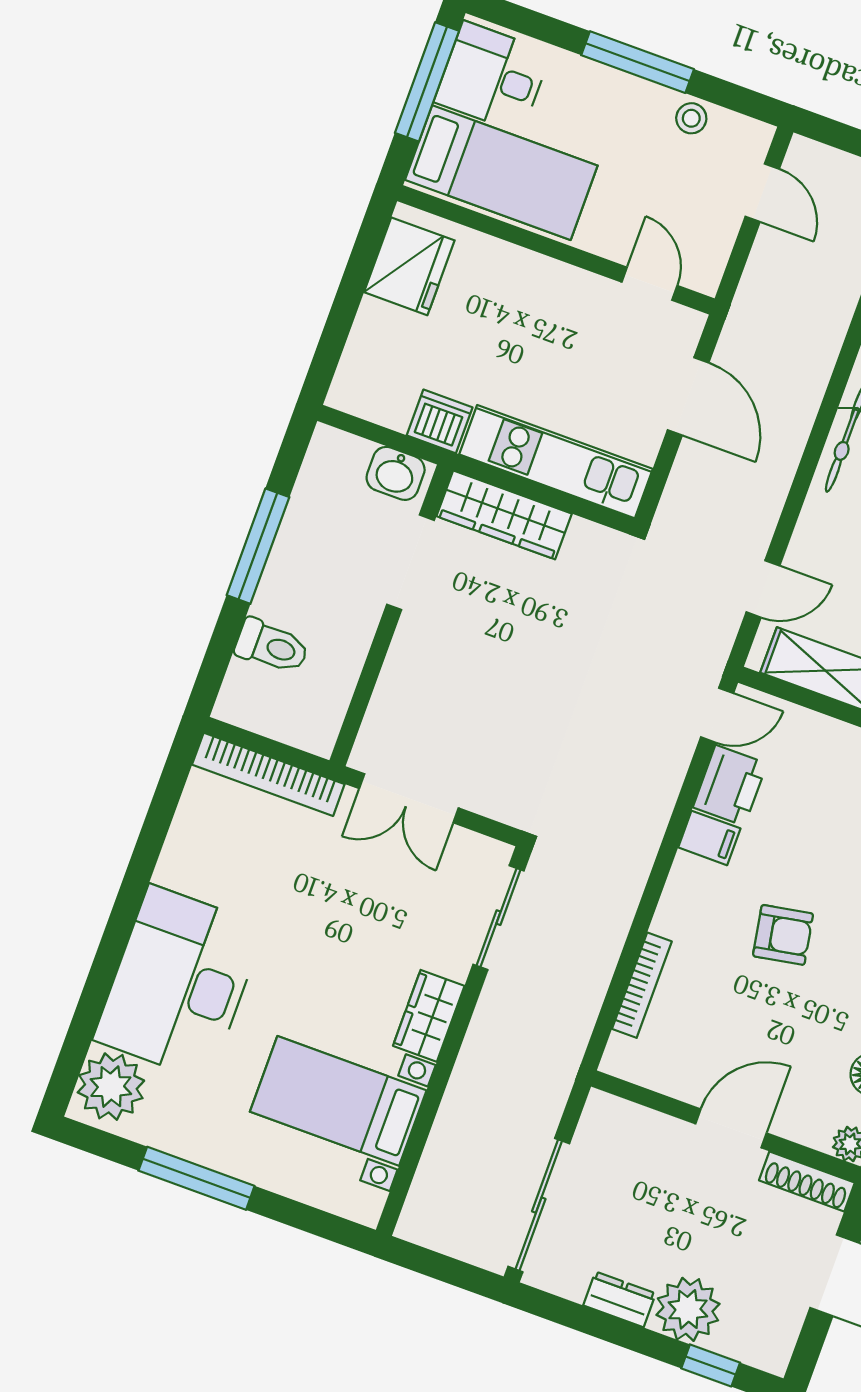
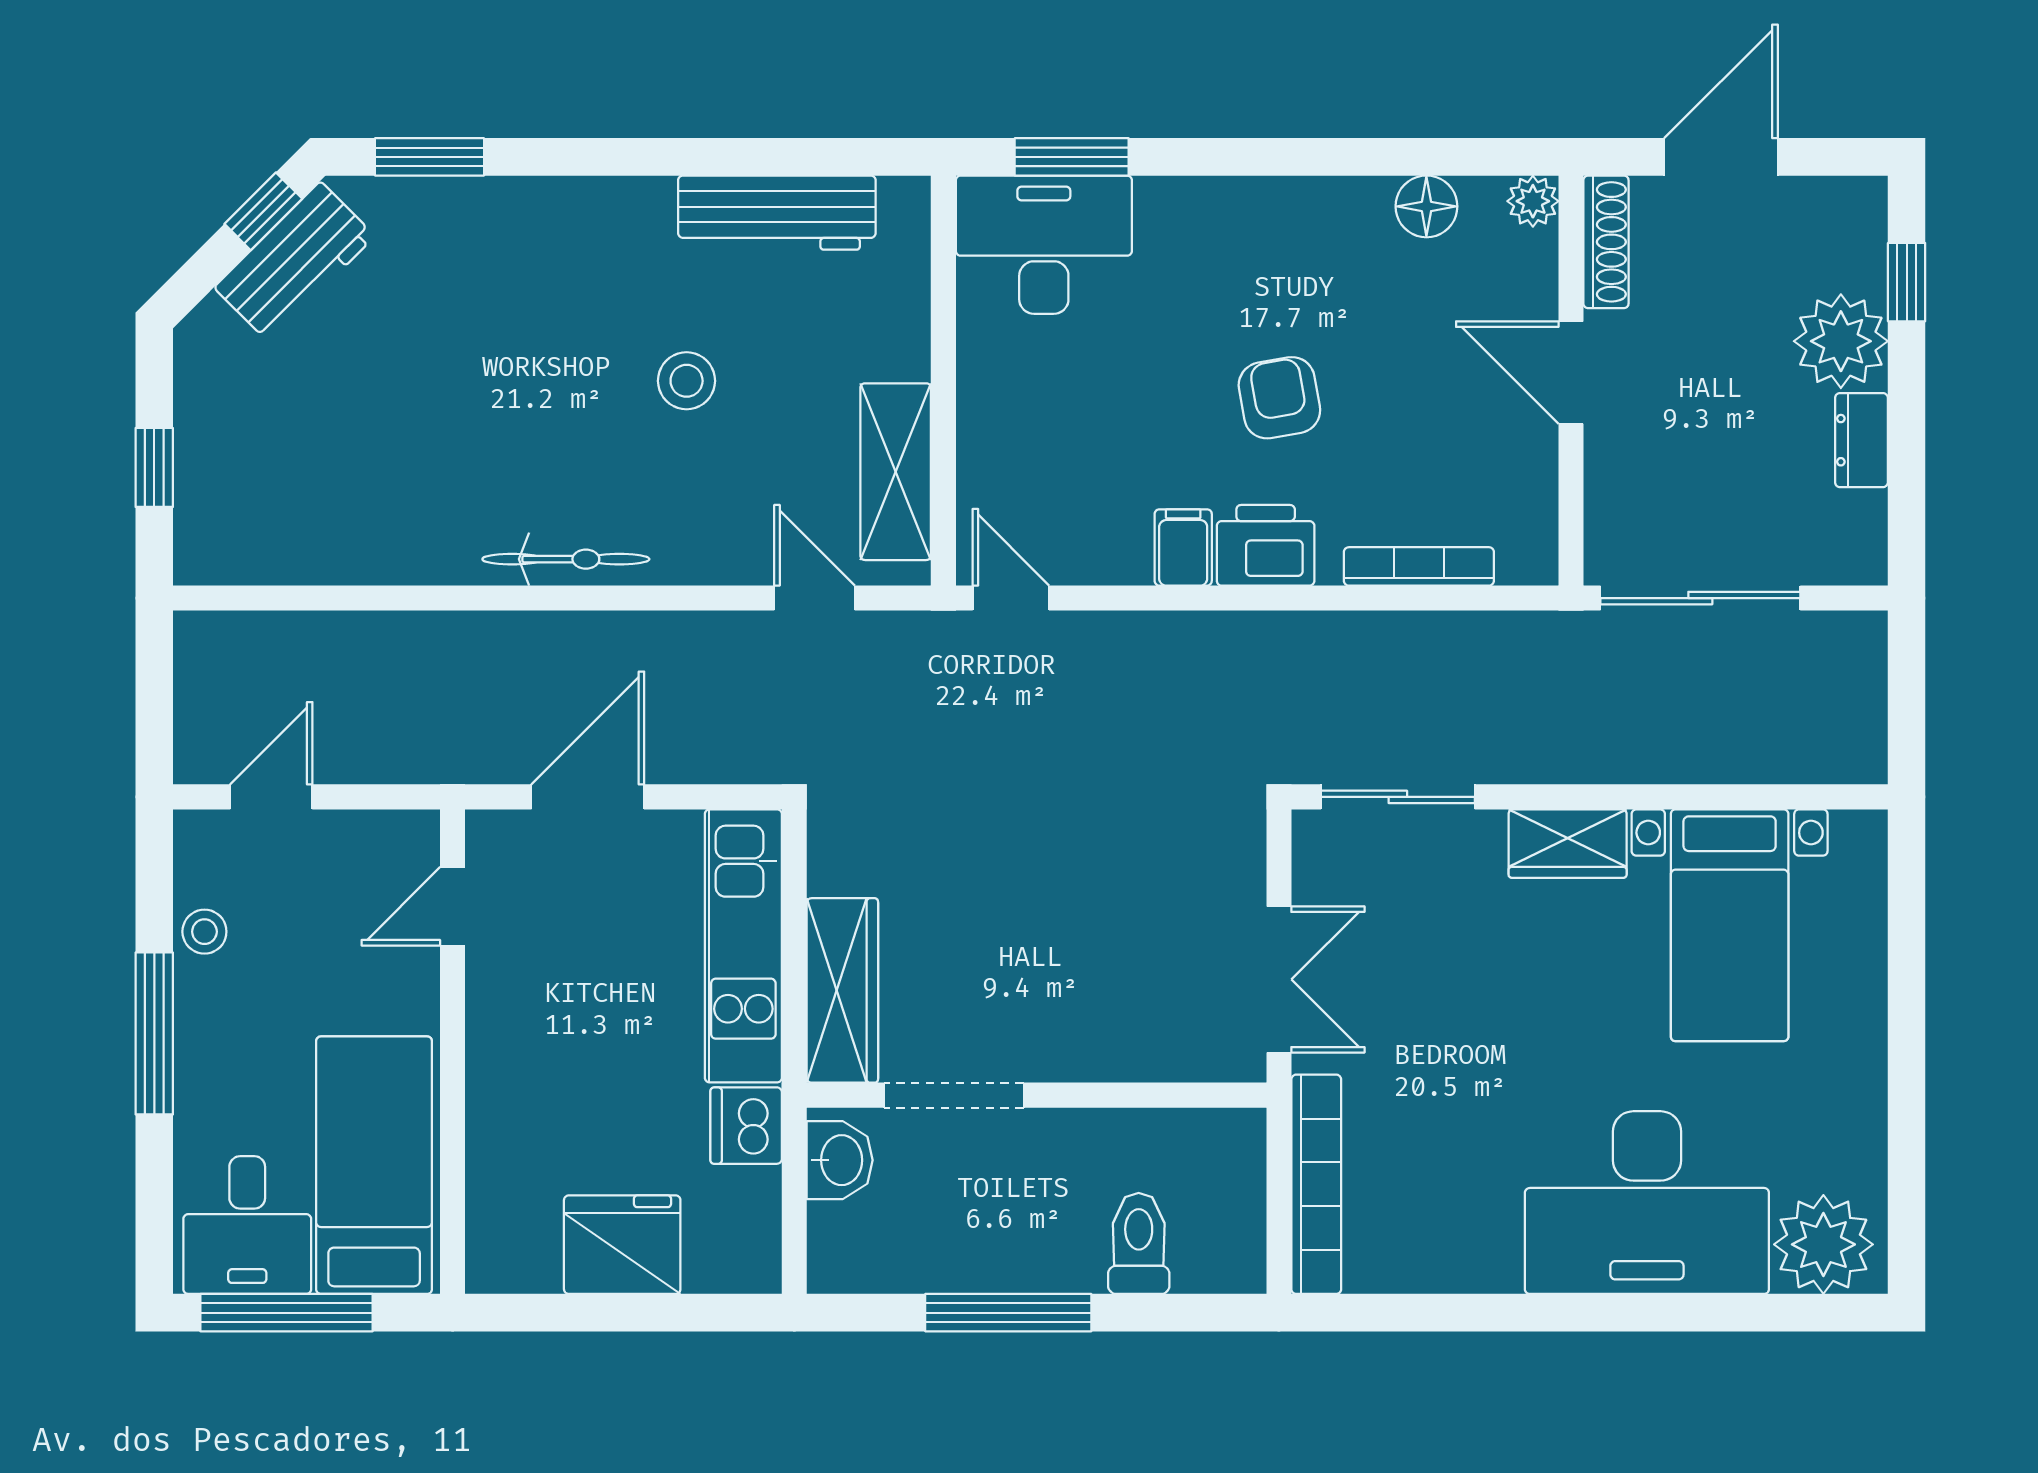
fridge: (409, 266) -> (622, 1245), moved
printer: (730, 785) -> (1266, 545), moved
window: (197, 1178) -> (1907, 1081), removed
sliding door: (539, 1205) -> (1700, 598), moved

